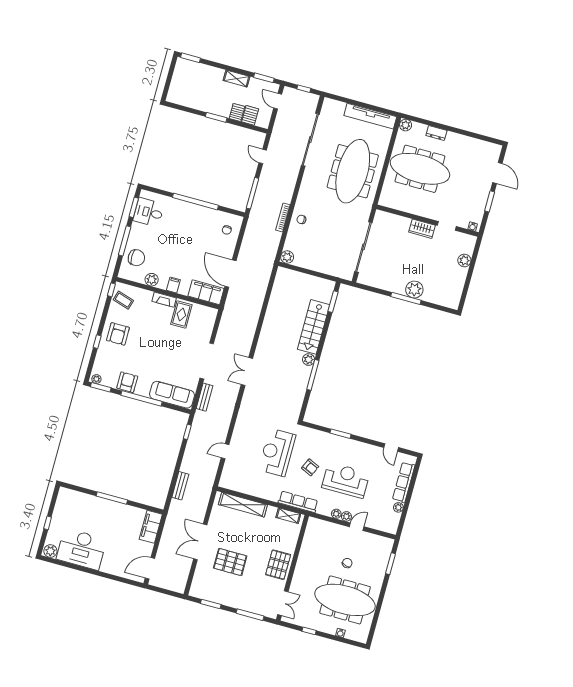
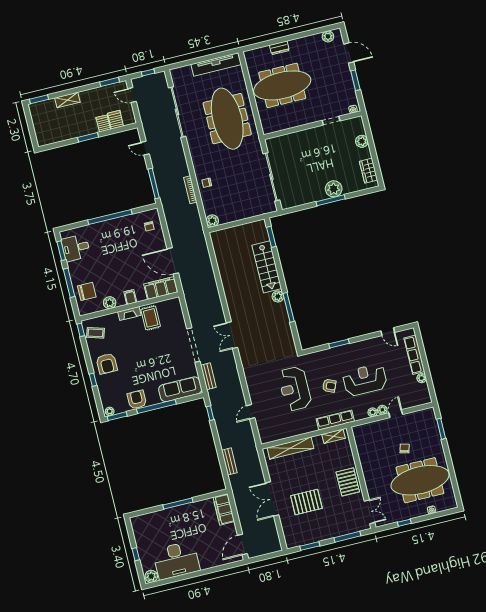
shelving: (237, 78) -> (67, 100), moved
plant: (406, 125) -> (328, 36), moved
wardrobe: (422, 229) -> (369, 171), moved, turned 90

